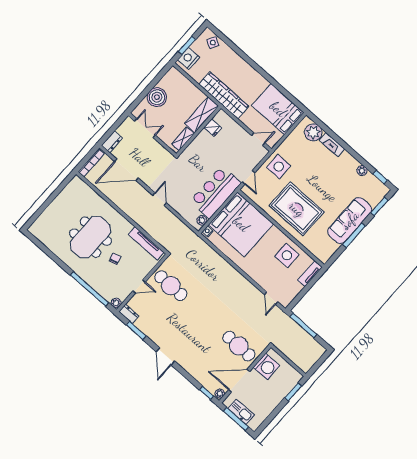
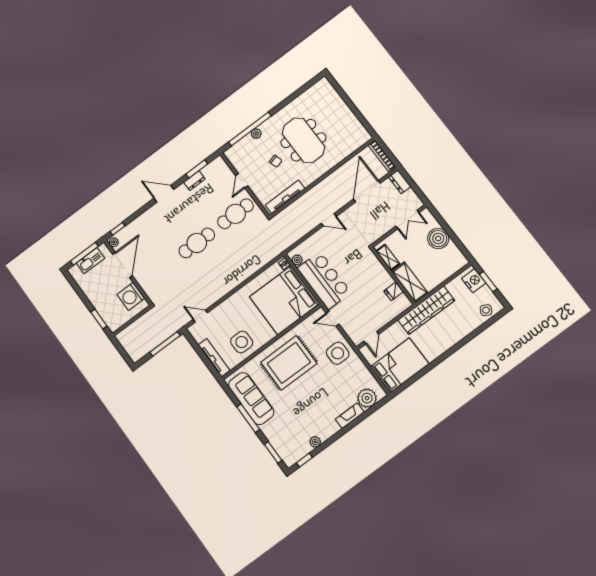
sofa: (350, 220) -> (251, 399), moved
tv unit: (310, 274) -> (214, 358), width x1.41
plant: (116, 303) -> (256, 134), moved
dresser: (129, 314) -> (194, 181), moved
cafe table: (239, 346) -> (197, 243), moved

